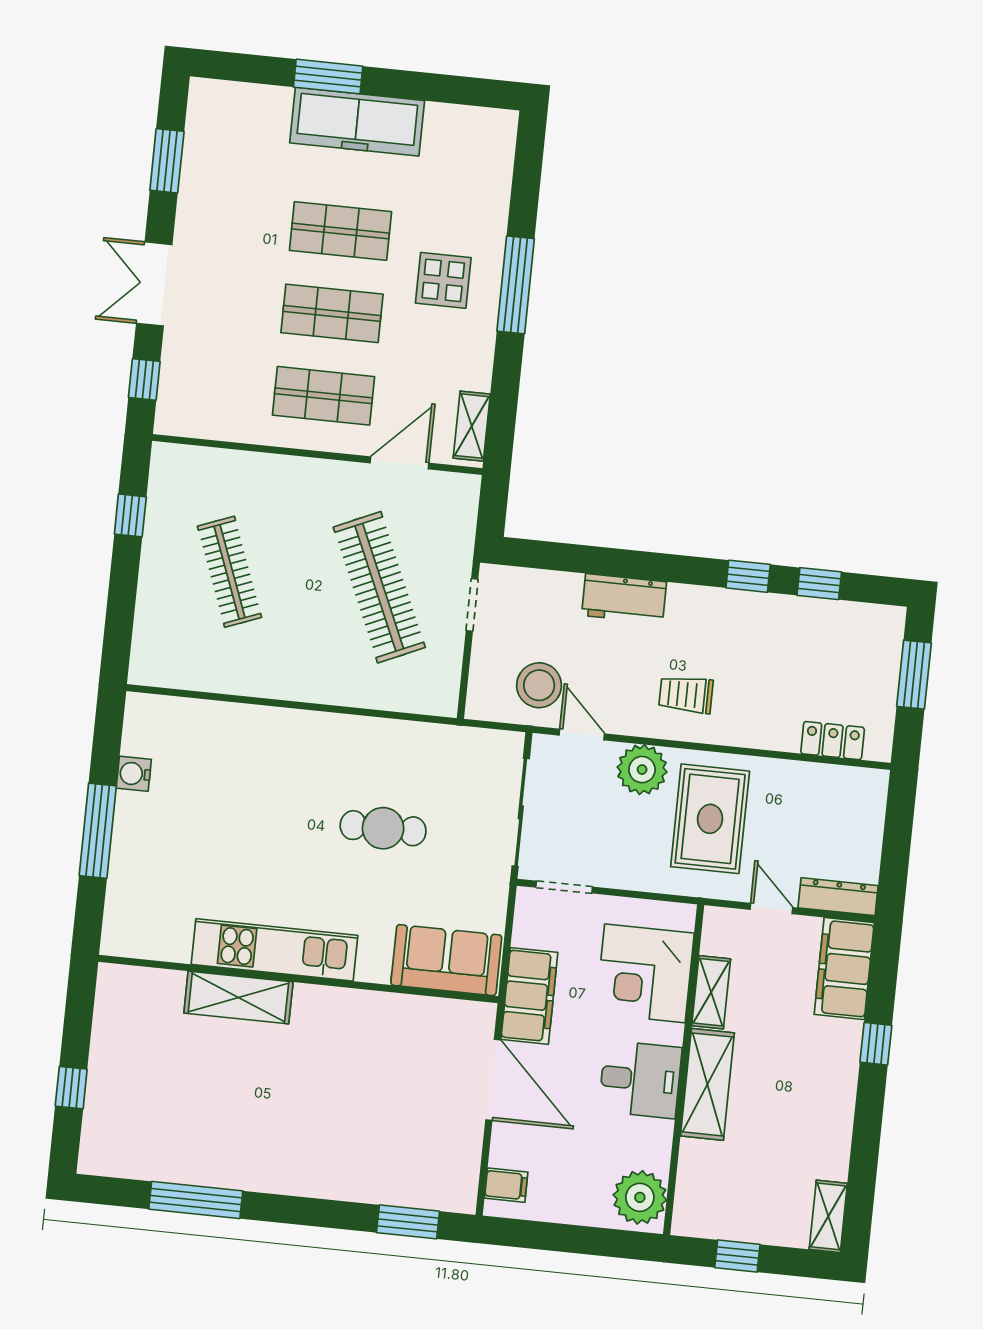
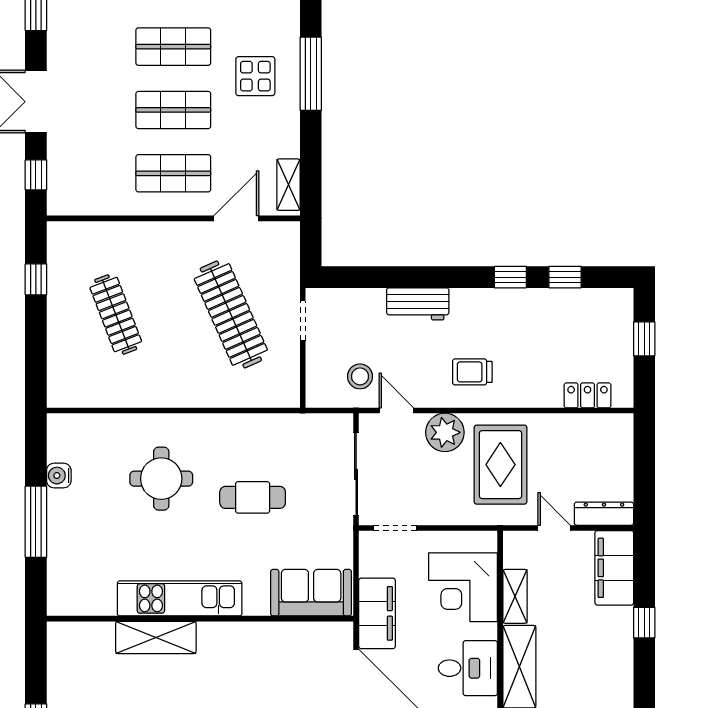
window: (914, 675) -> (644, 339), width x0.67
stool: (539, 685) -> (360, 376), width x0.73, depth x0.73
round table: (267, 792) -> (161, 479), added

